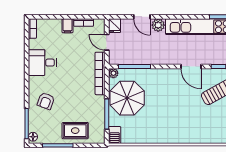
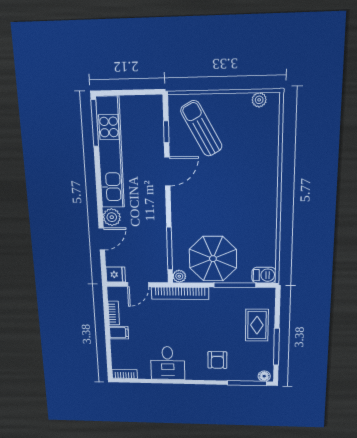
armchair: (46, 101) -> (217, 360), turned 70

